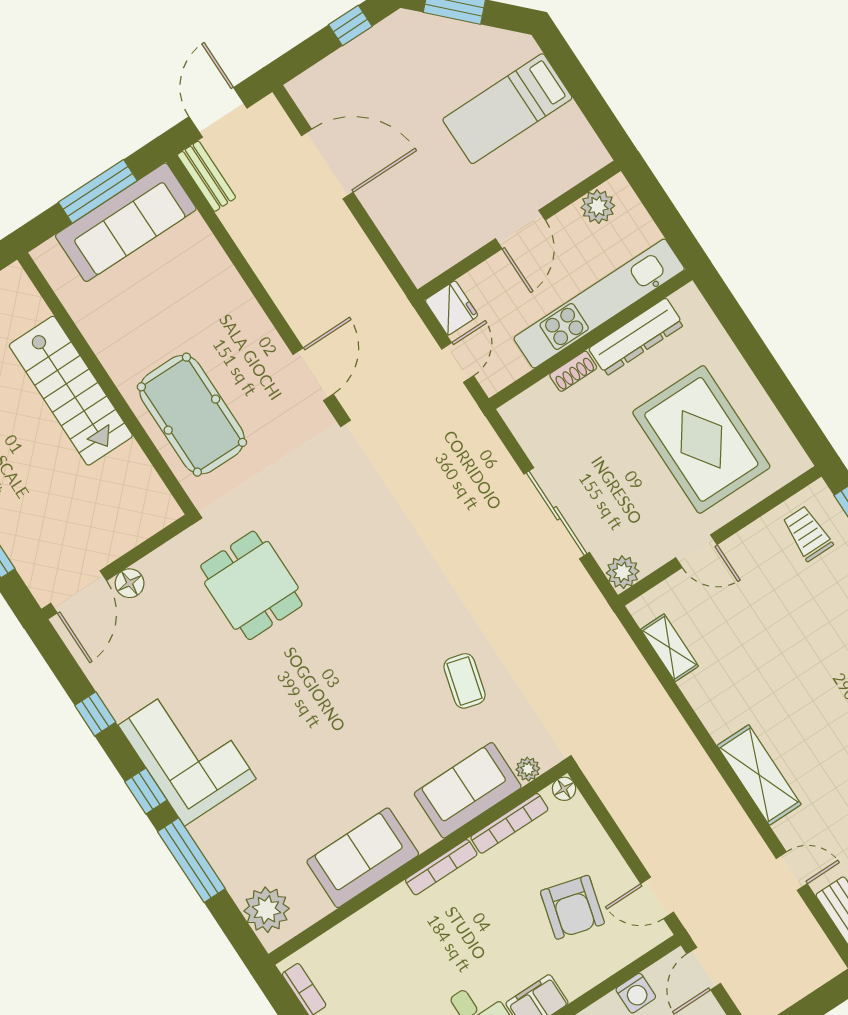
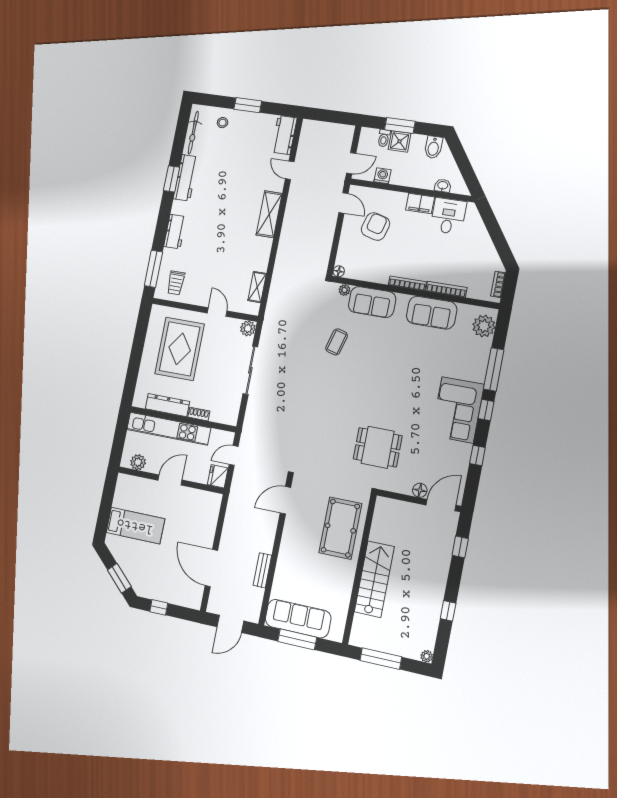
bench: (206, 176) -> (262, 570), moved
dining table: (251, 585) -> (378, 447), turned 90
bookcase: (509, 823) -> (446, 289), moved

